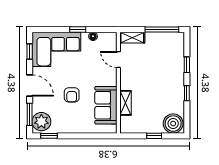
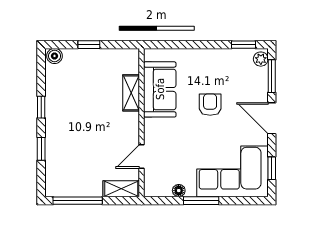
window: (78, 30) -> (201, 201), width x1.50
door: (118, 60) -> (141, 156), swing flipped
plant: (41, 122) -> (261, 59), width x0.53, depth x0.53
boiler: (173, 124) -> (55, 56), width x0.54, depth x0.54

